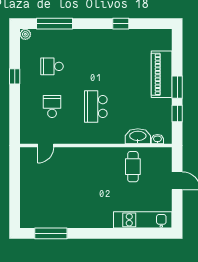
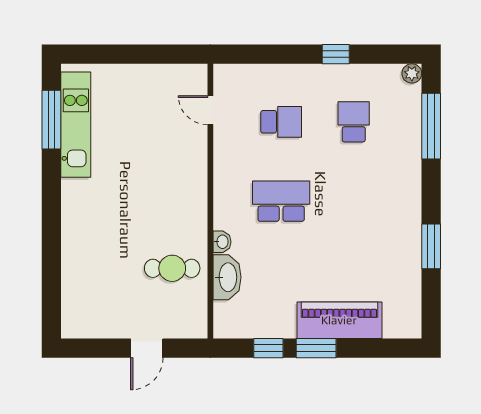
window: (121, 24) -> (431, 246), width x1.50
washbasin: (157, 139) -> (222, 242), moved
kitchen unit: (143, 220) -> (76, 125), moved

